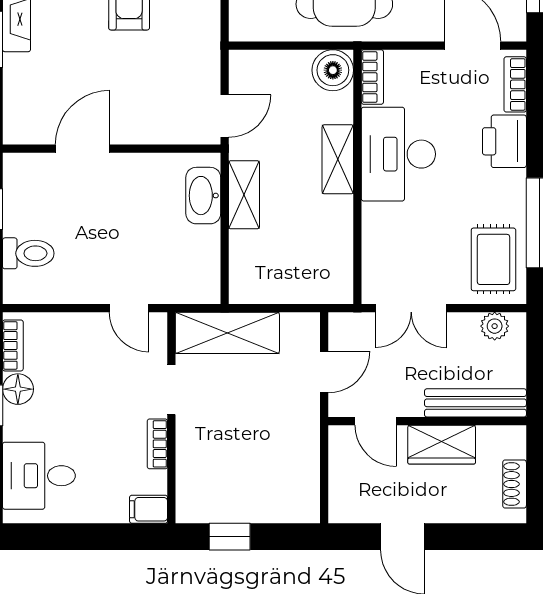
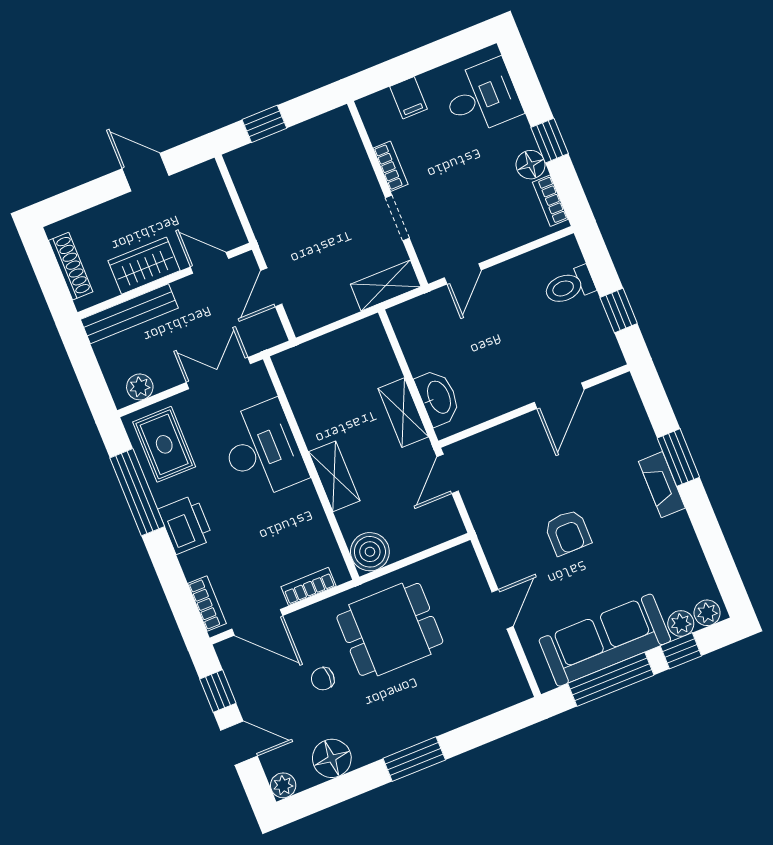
bookcase: (372, 77) -> (309, 586), moved, turned 90
printer: (504, 141) -> (186, 524), moved
desk: (398, 154) -> (262, 450), moved
door: (129, 308) -> (463, 274), swing flipped
shelving: (227, 333) -> (386, 285), width x0.67, depth x0.75
shoe rack: (515, 484) -> (71, 266), width x1.43
filing cabinet: (149, 509) -> (408, 98), moved, turned 90
window: (230, 537) -> (264, 124), moved

